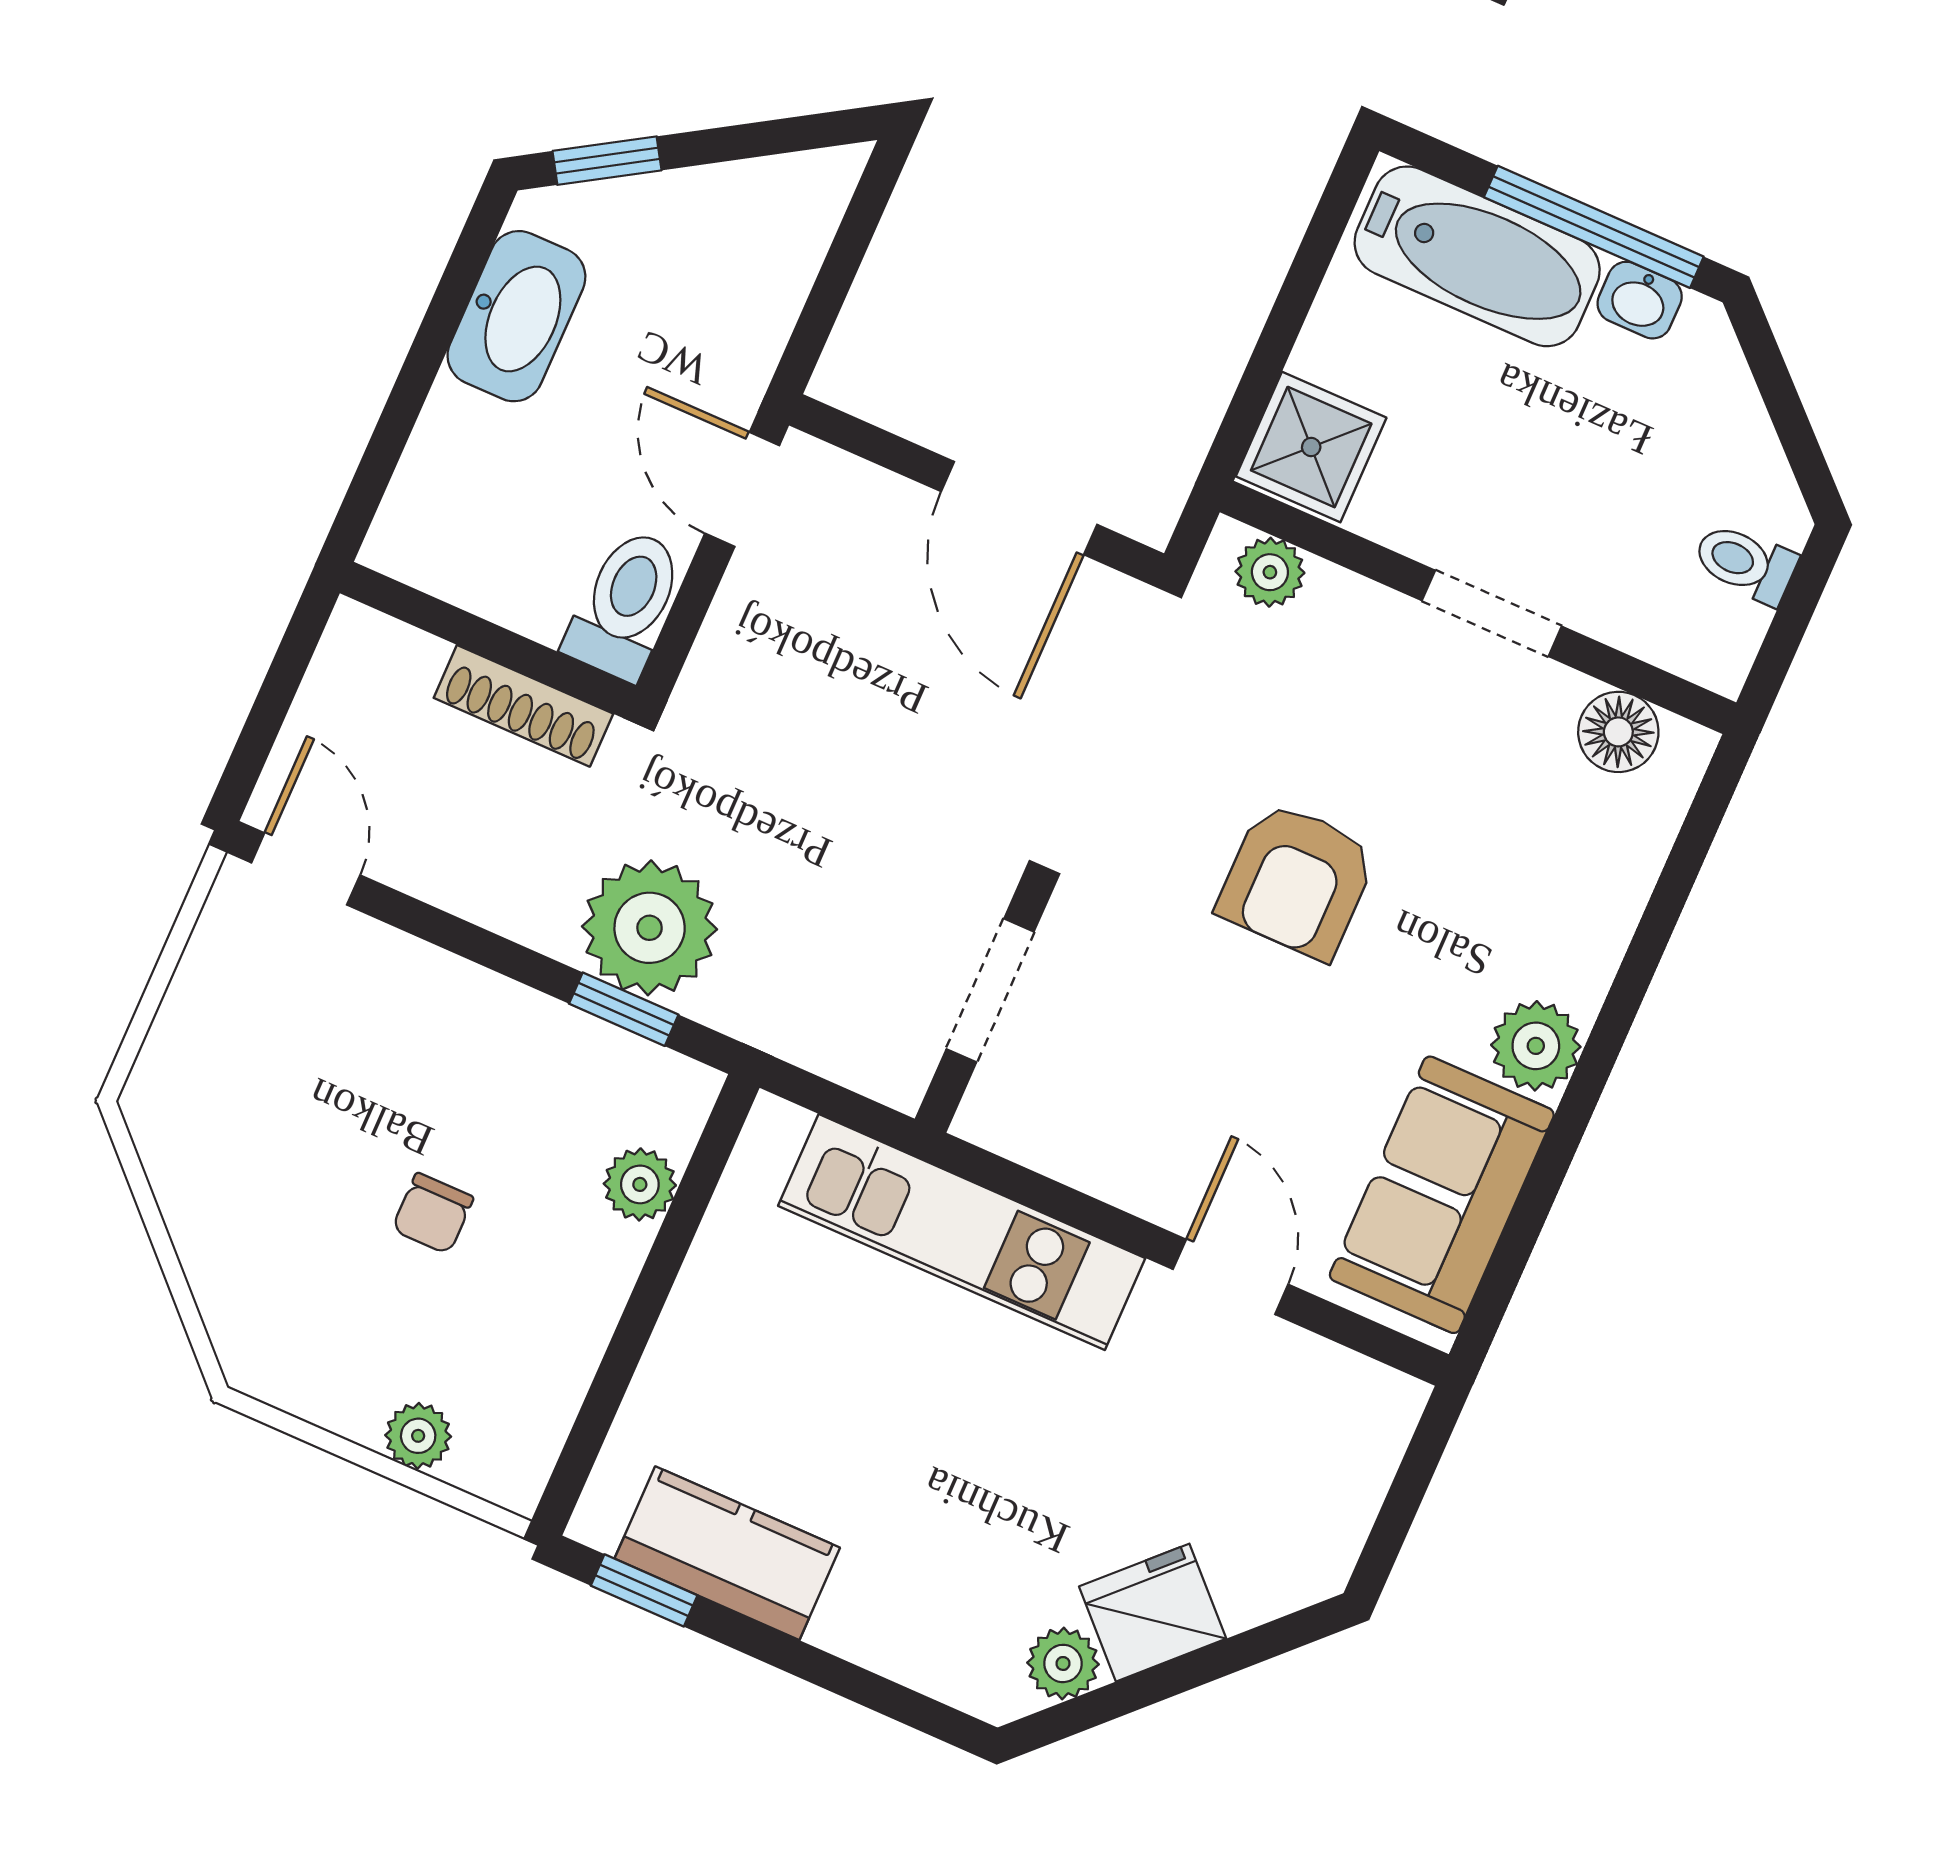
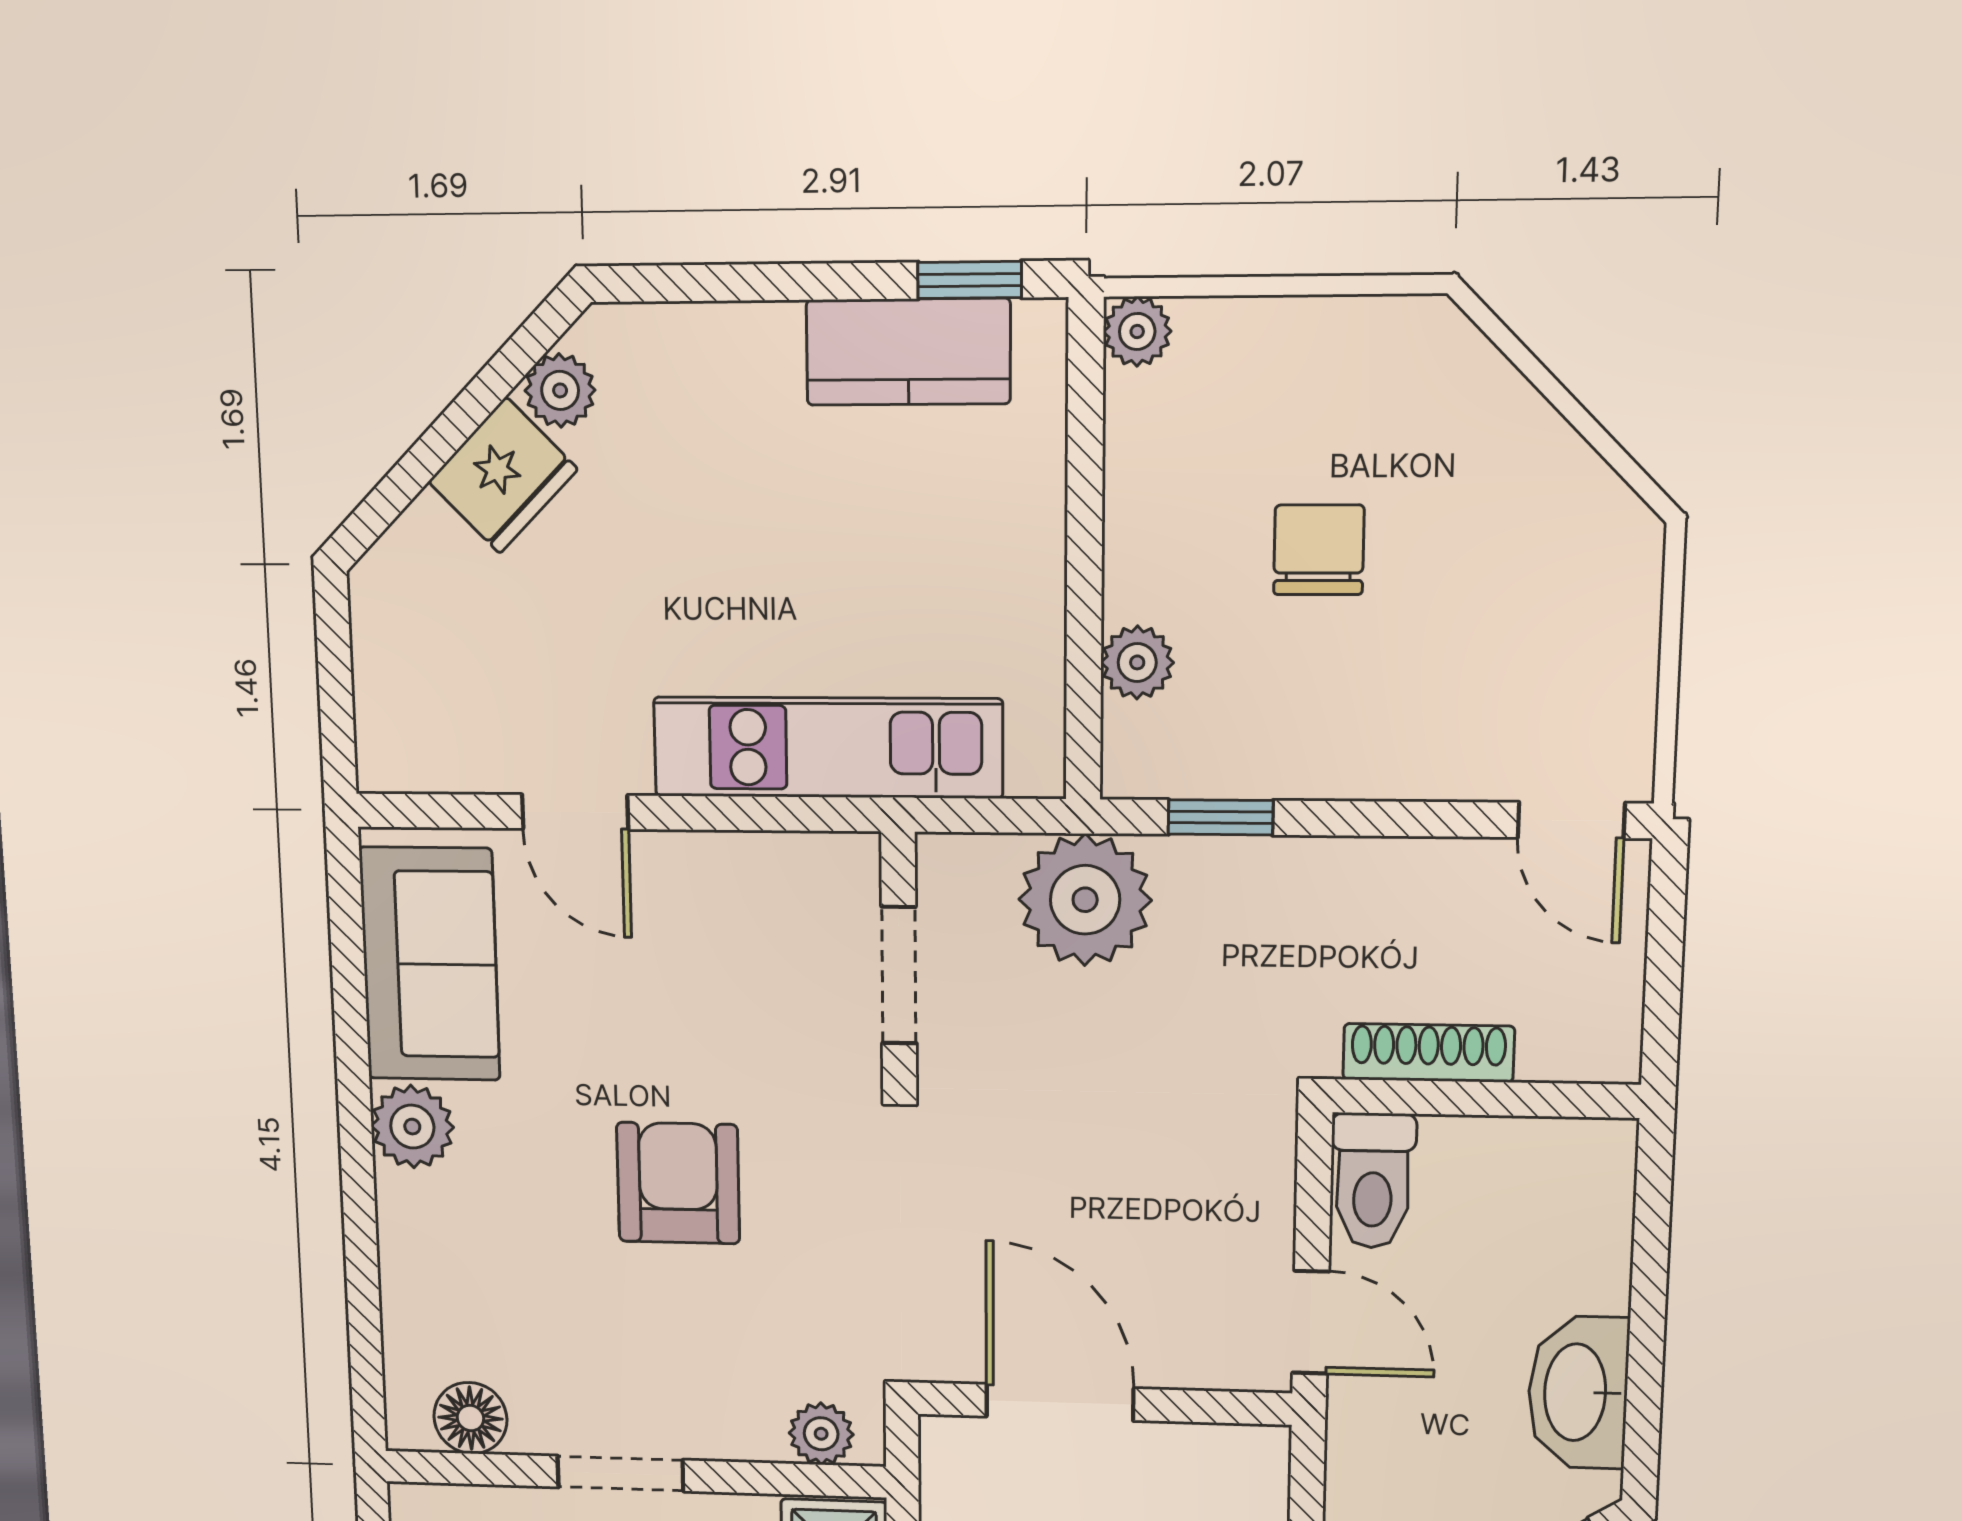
plant: (650, 928) -> (1085, 900), moved
chair: (433, 1213) -> (1319, 550), width x1.37, depth x1.37
plant: (418, 1436) -> (1137, 331), moved

